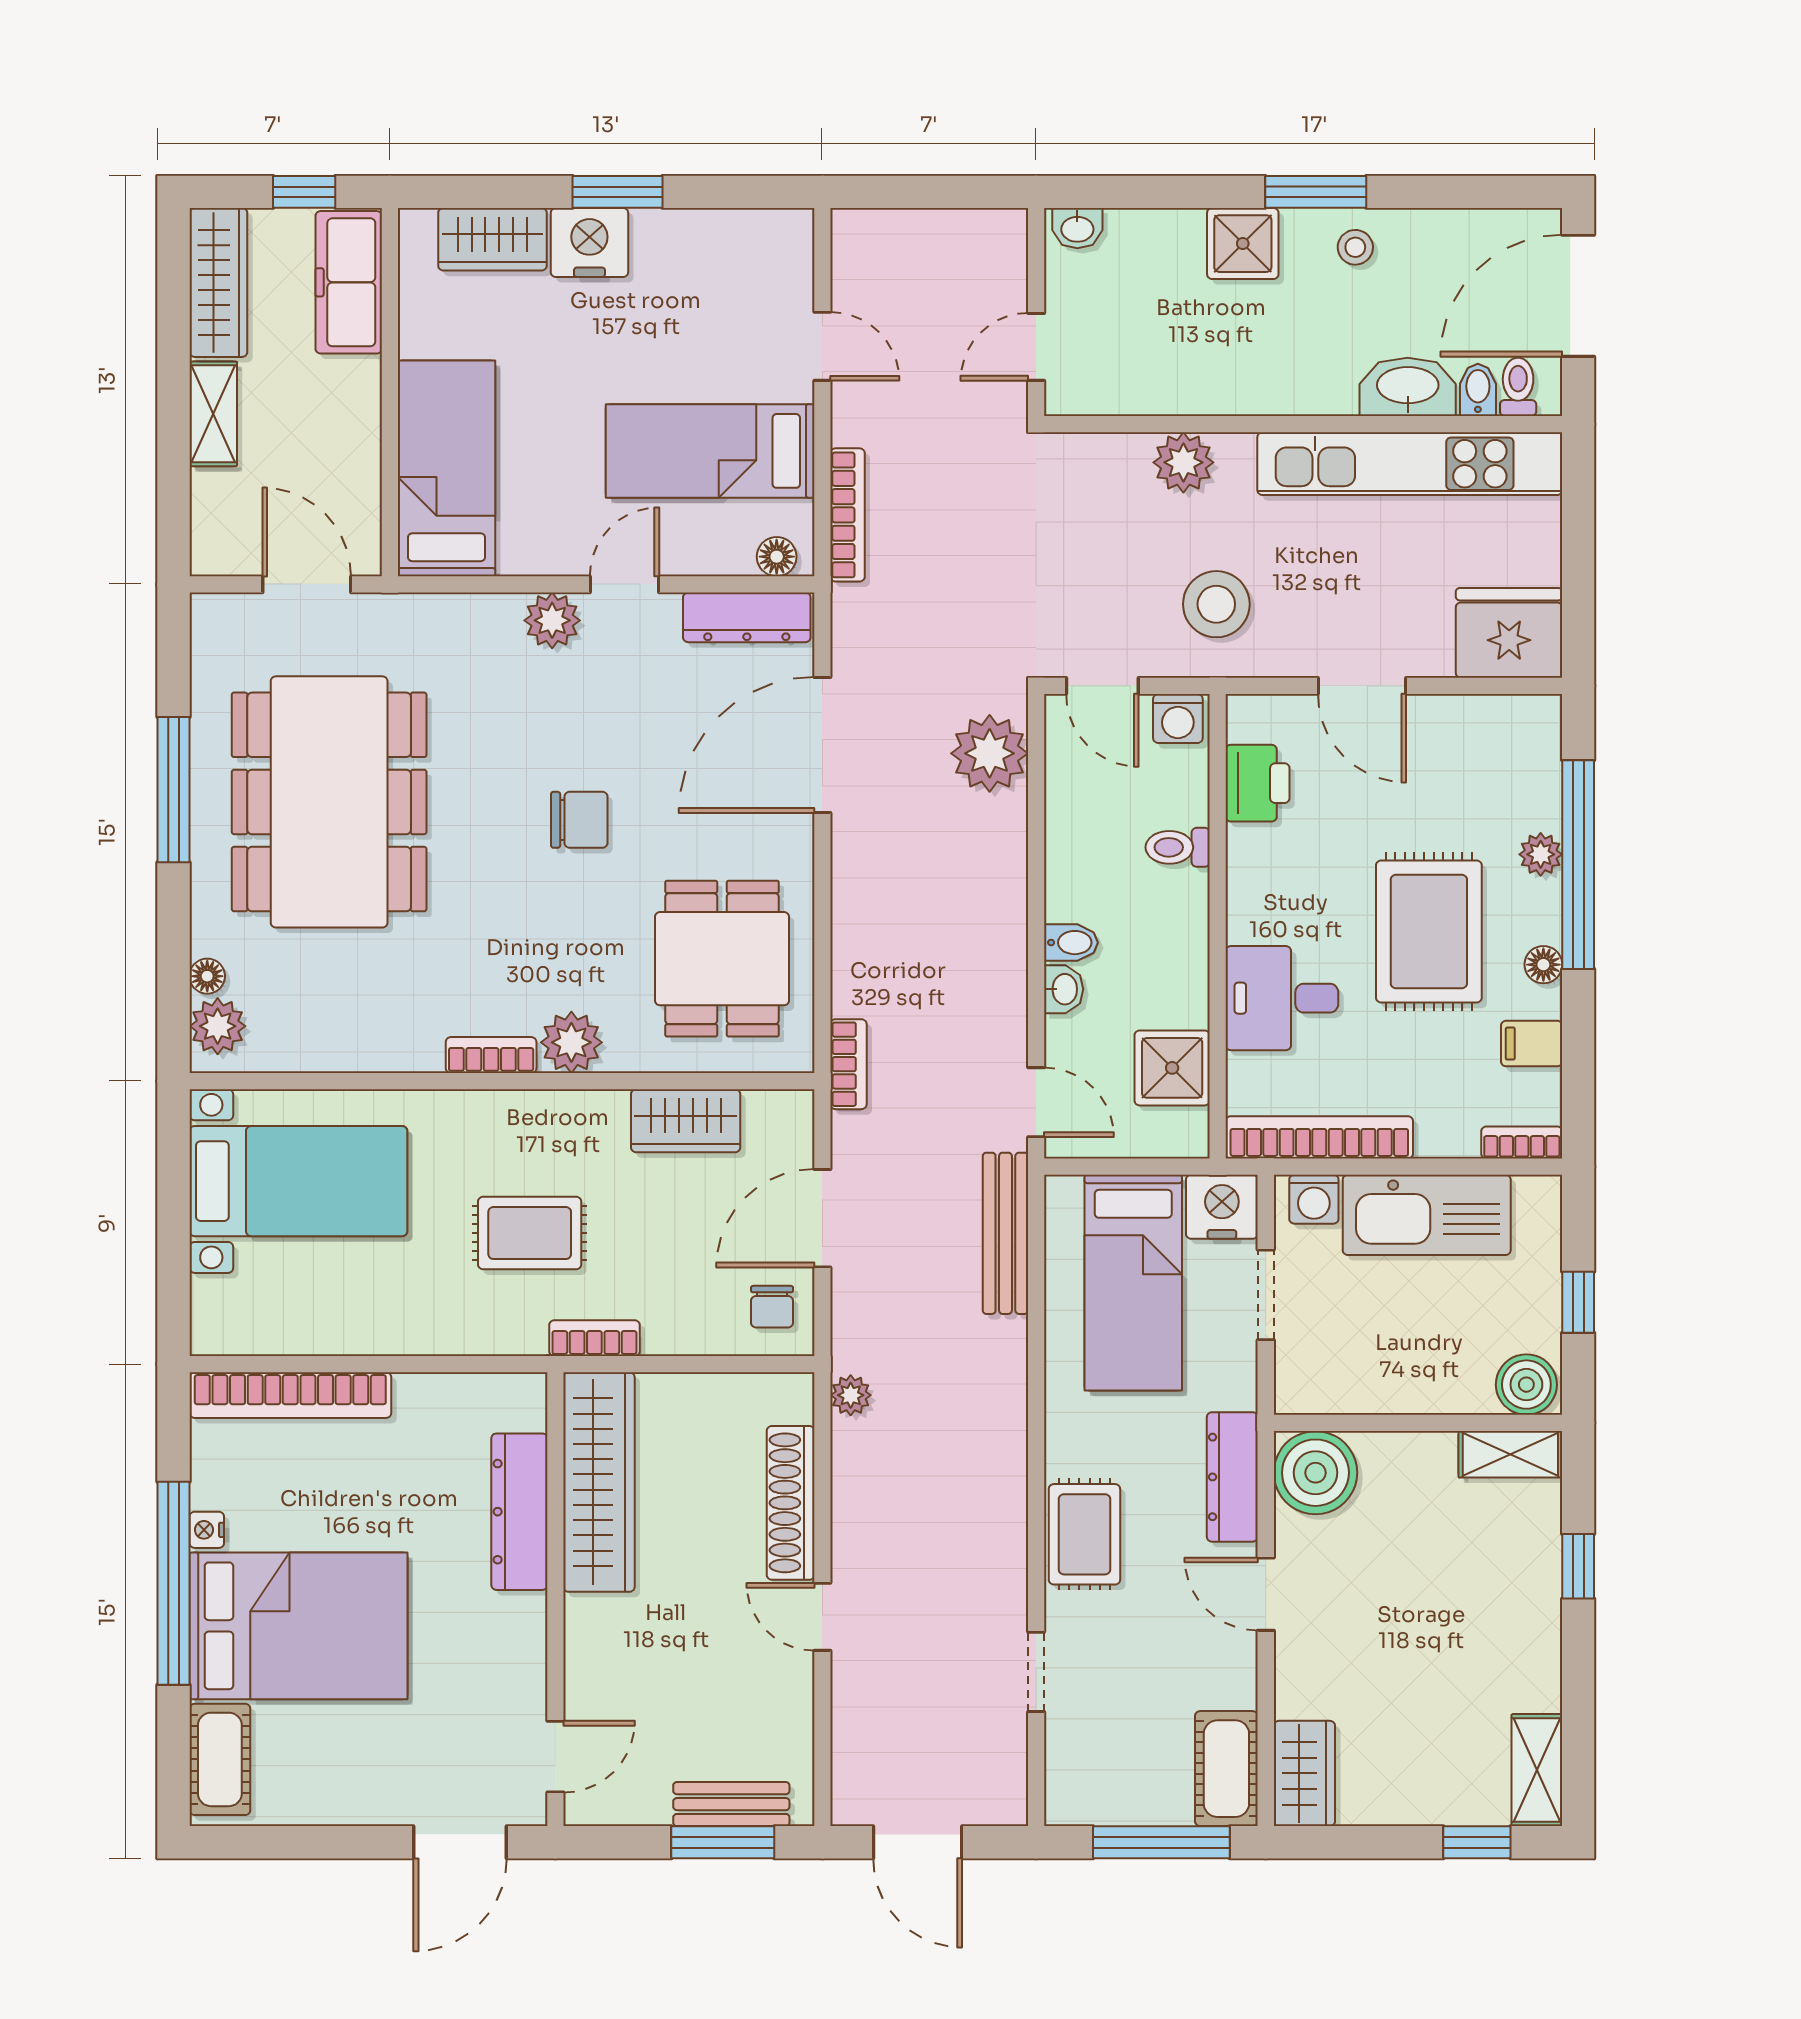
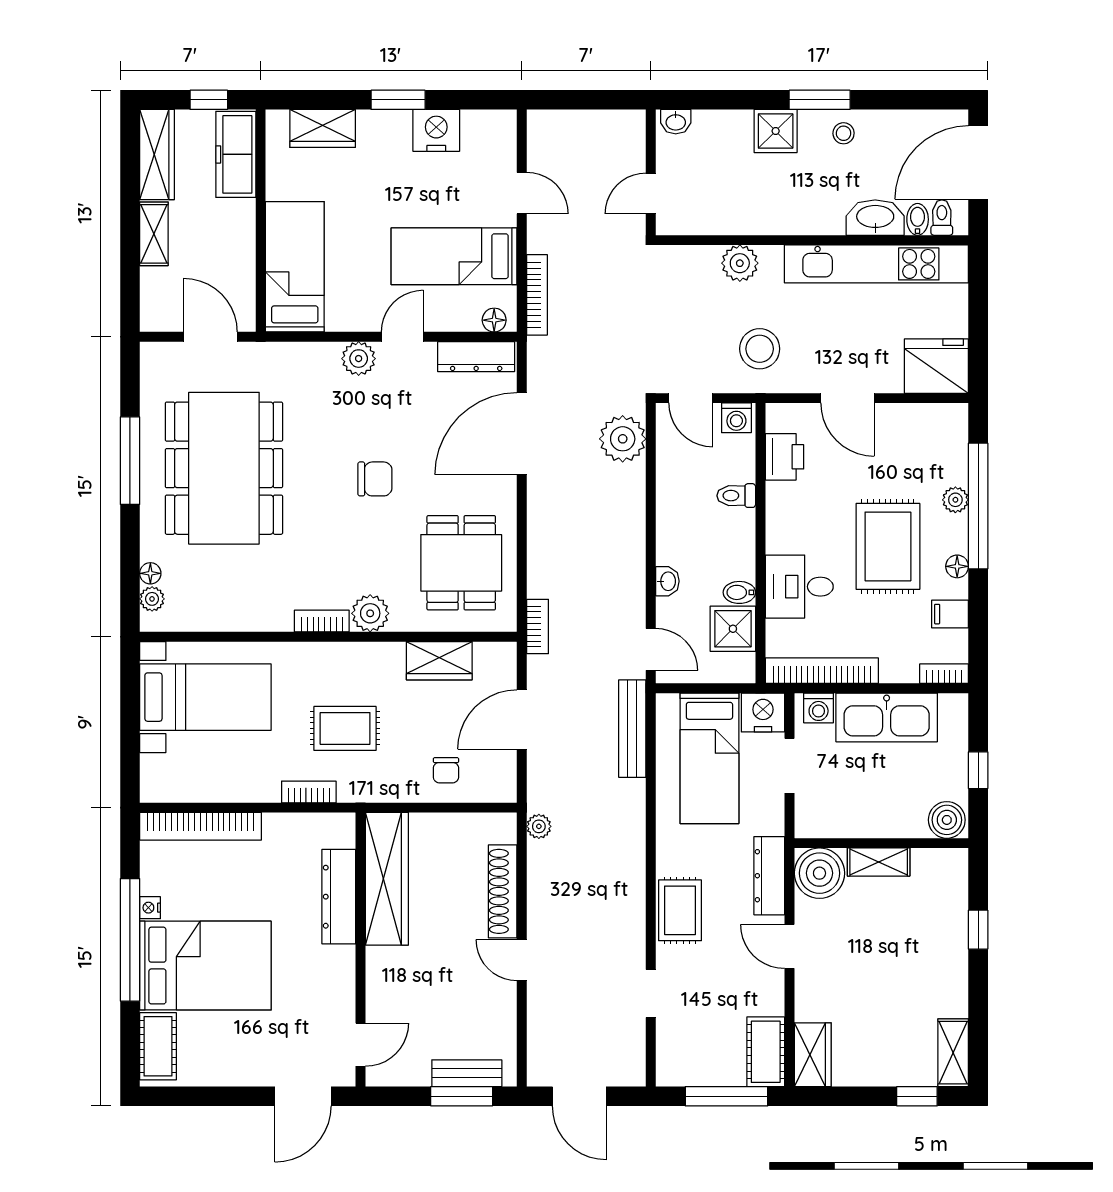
nightstand: (589, 243) -> (436, 130), moved
bidet: (1071, 943) -> (739, 592), moved, turned 180
plant: (218, 1026) -> (152, 599), width x0.73, depth x0.73
chair: (772, 1307) -> (446, 770), moved
bookcase: (594, 1338) -> (309, 792), moved
shelving: (1510, 1454) -> (879, 862), moved

